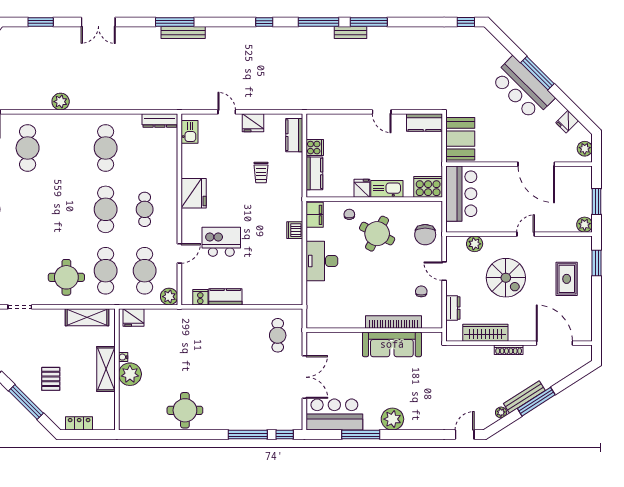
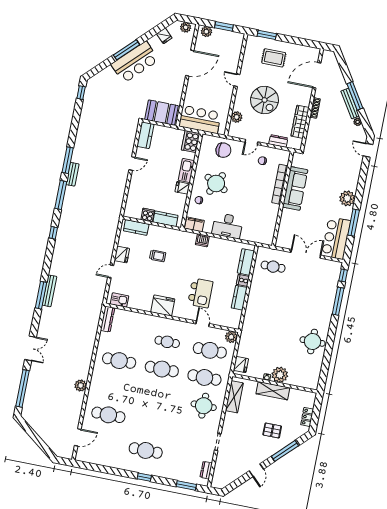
window: (41, 22) -> (22, 388), width x2.11
plant: (585, 225) -> (206, 32), moved
kitchen island: (221, 242) -> (200, 293), turned 180
spiral stairs: (506, 278) -> (265, 100), turned 90
kitchen counter: (277, 296) -> (246, 262), added
cooker: (200, 297) -> (243, 280), moved

